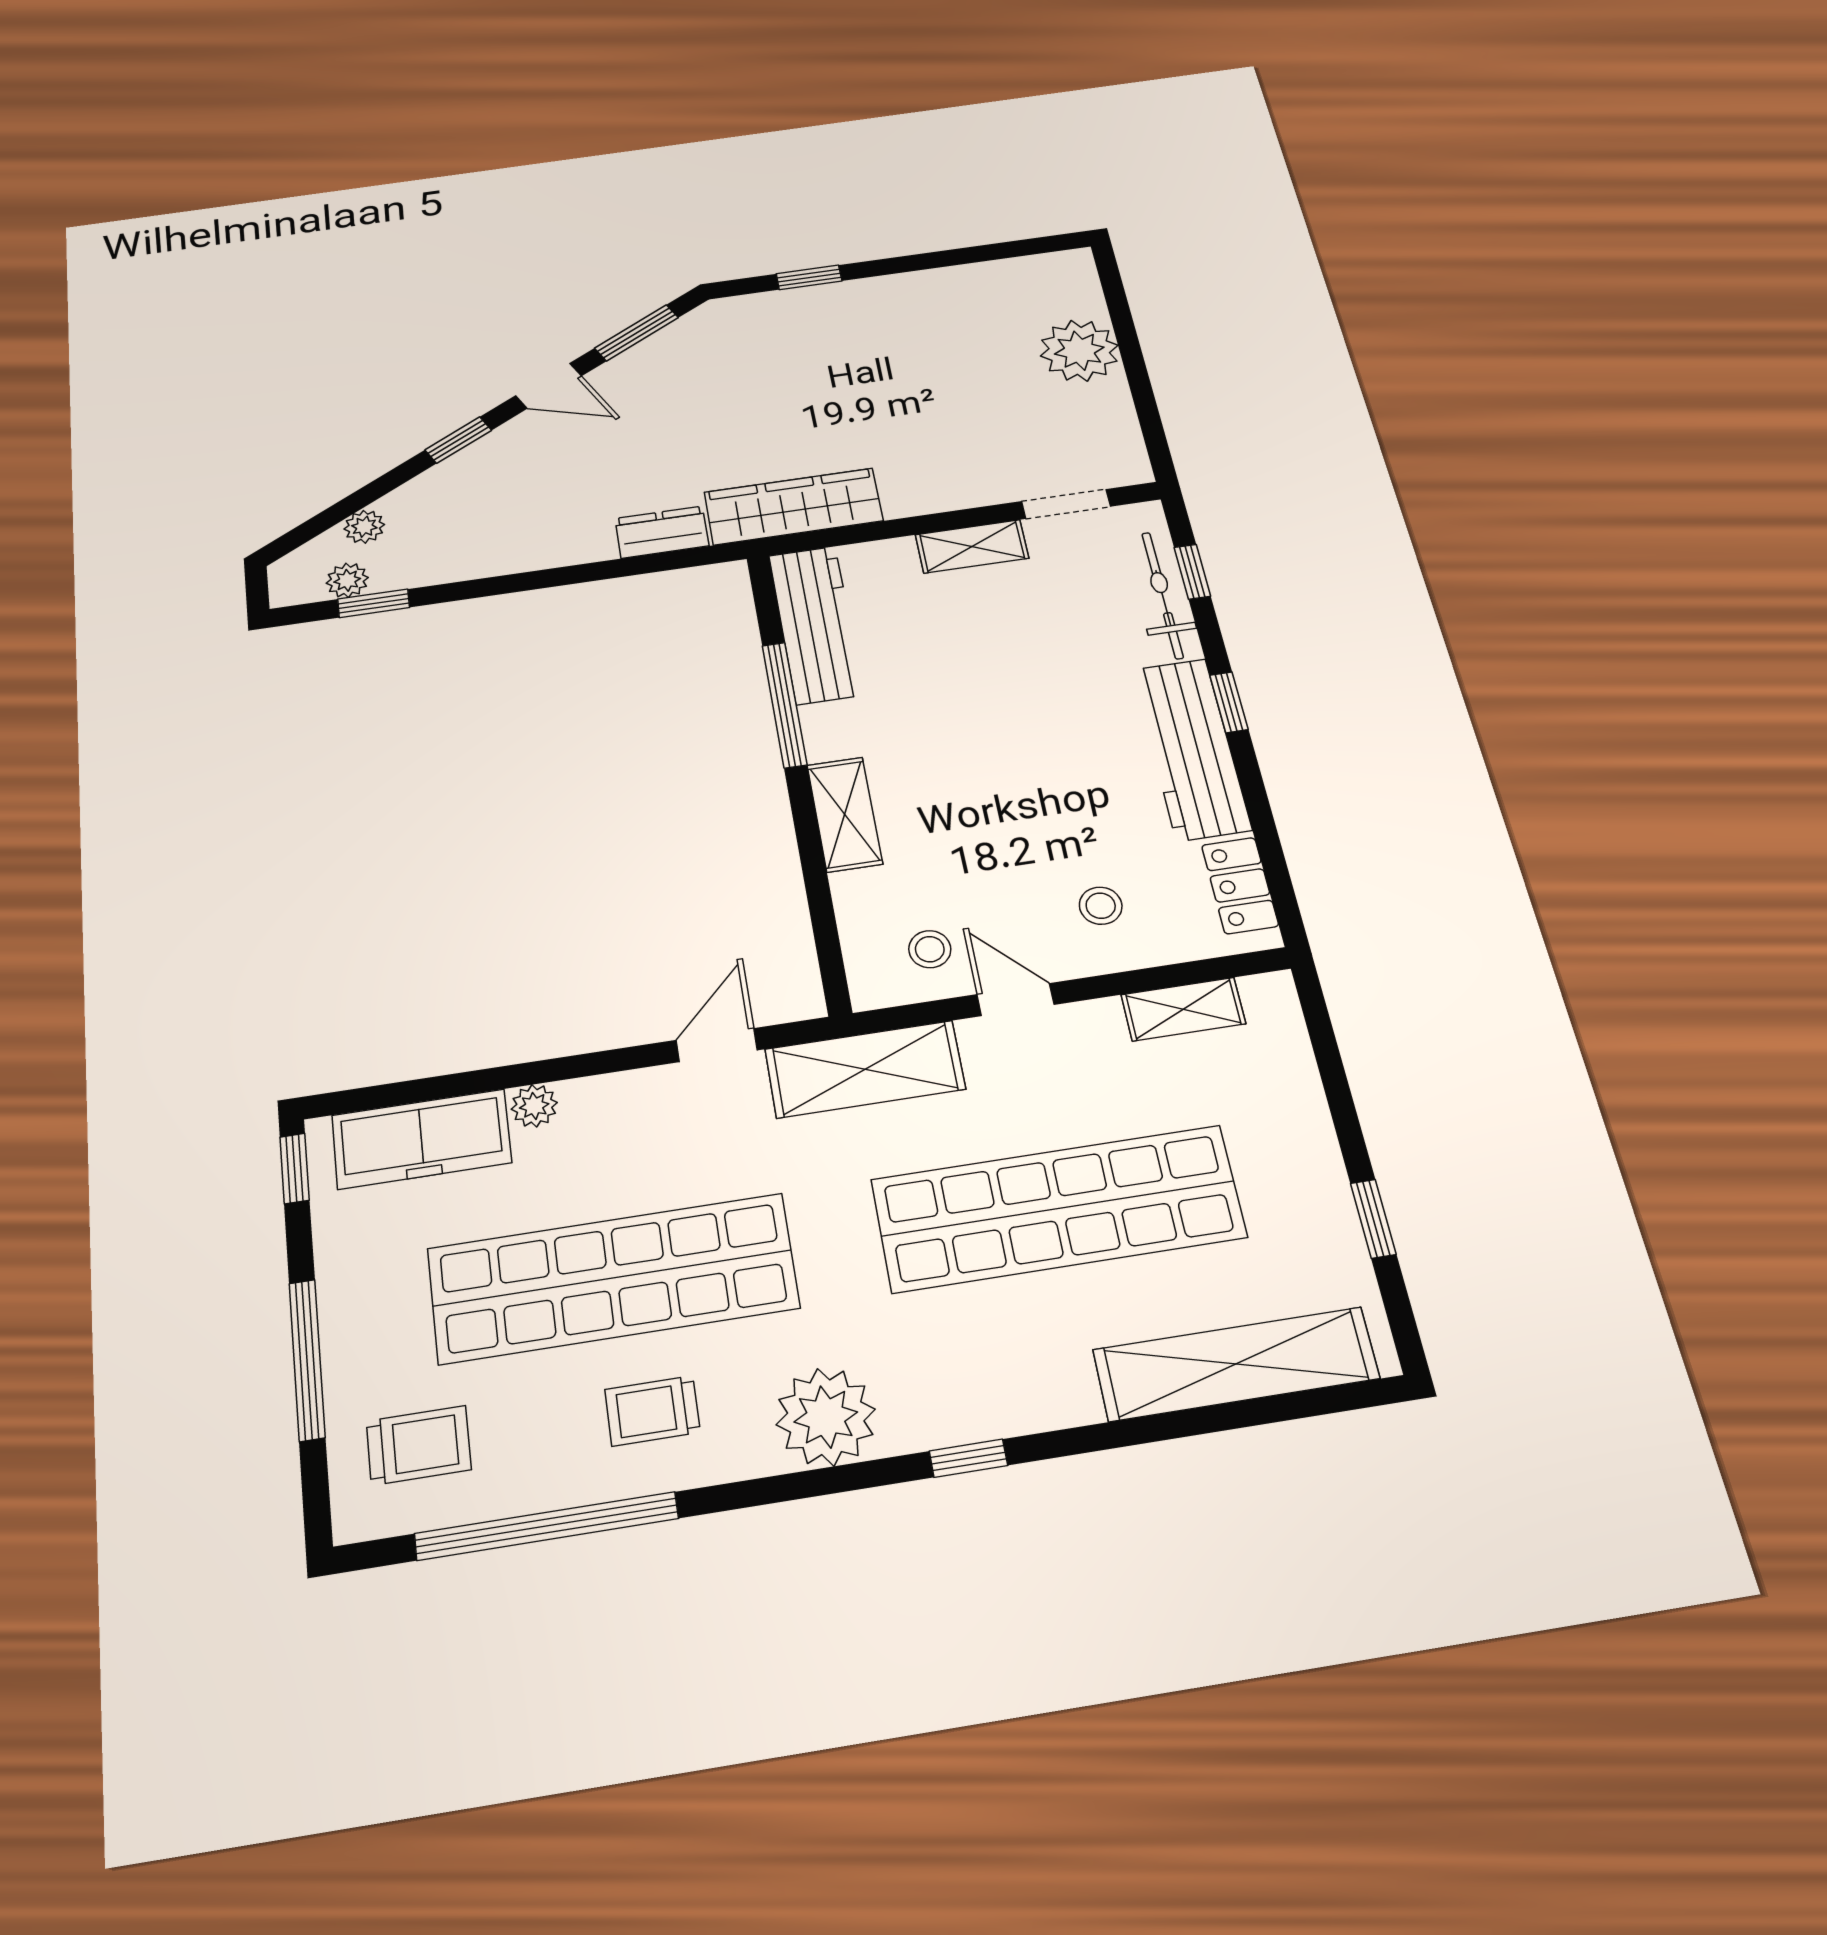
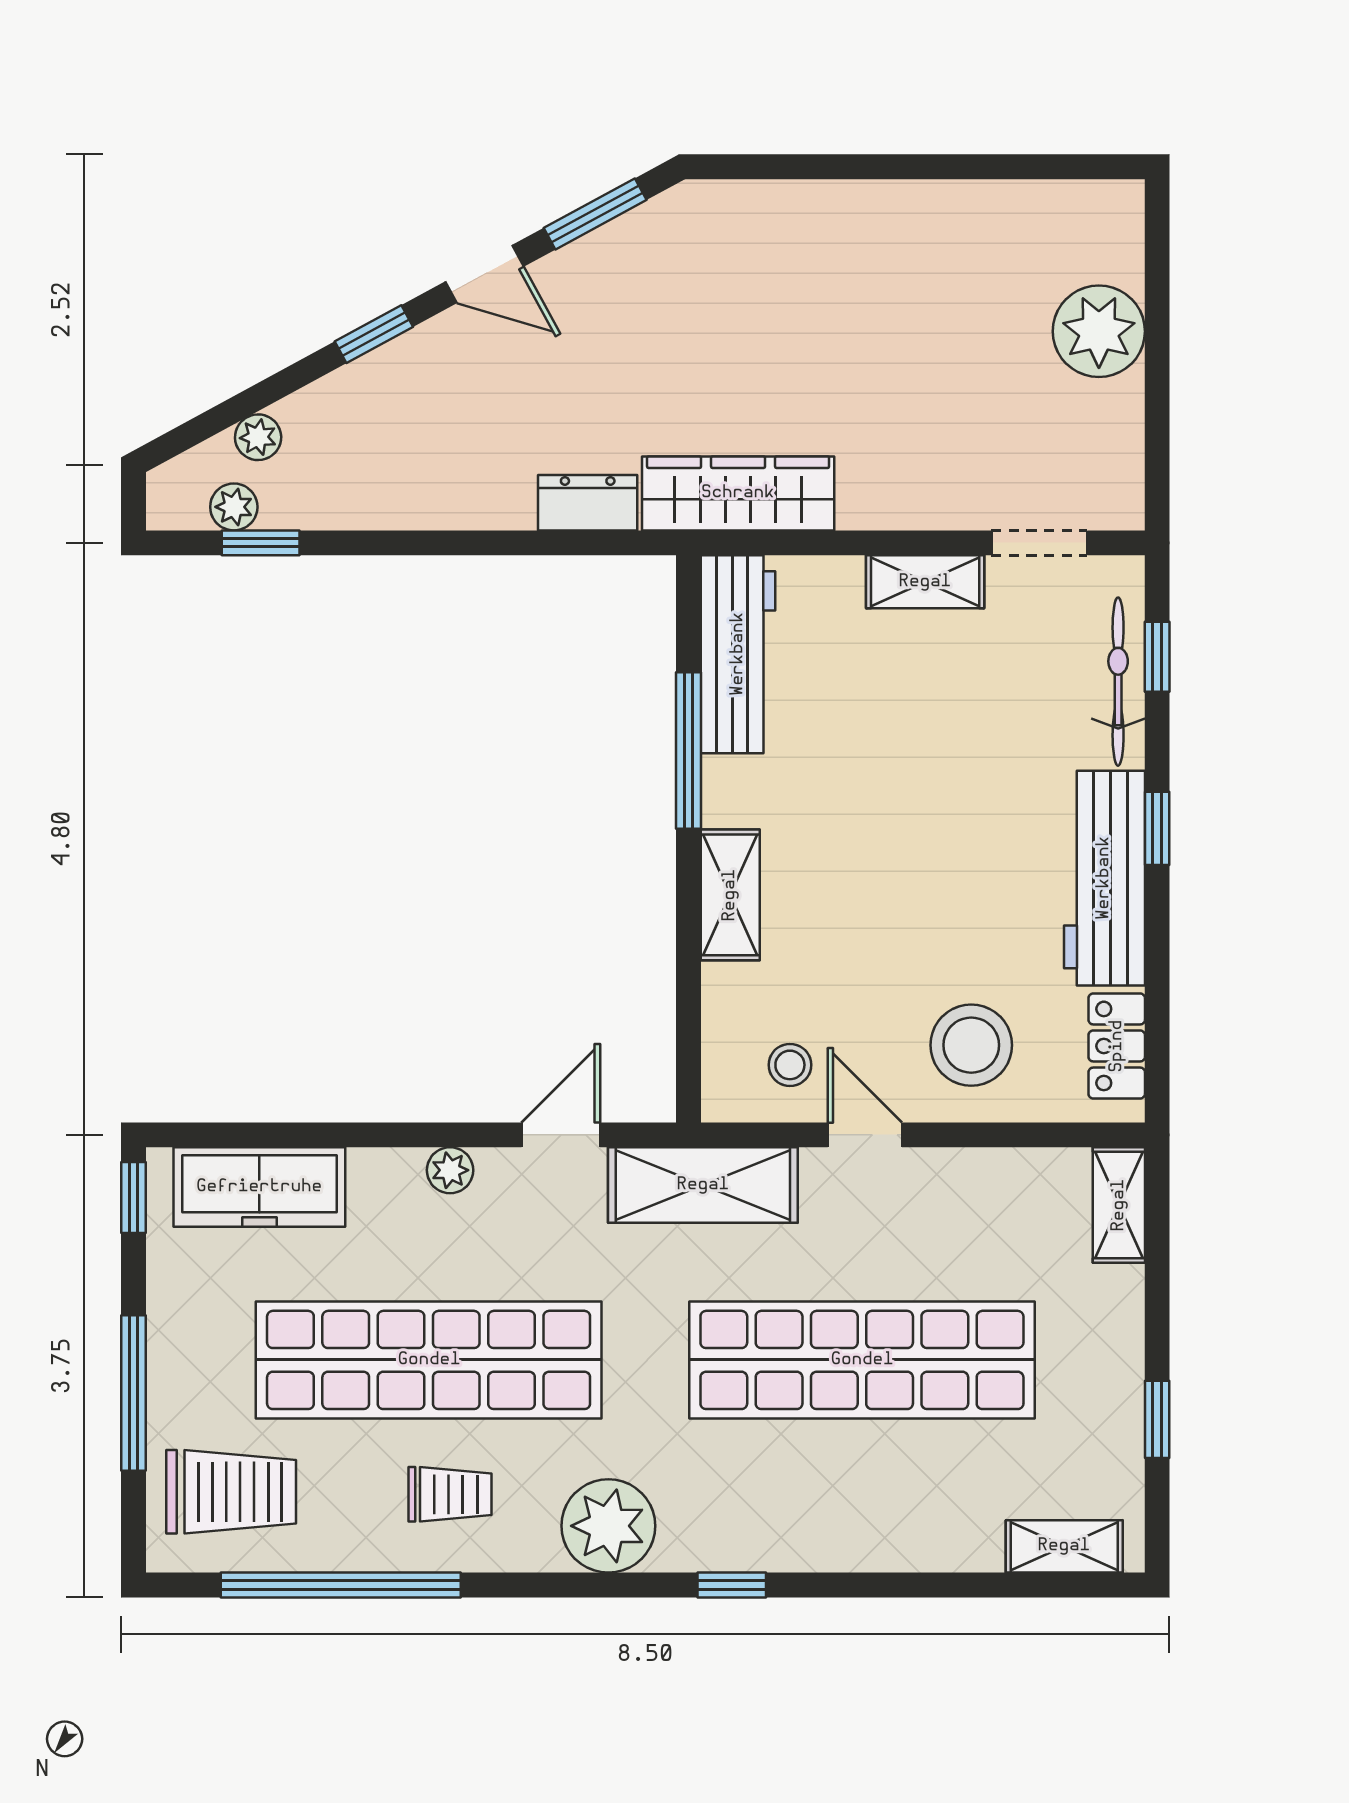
window: (809, 277) -> (807, 167), removed
stool: (1101, 906) -> (971, 1045), width x1.89, depth x1.89
shelving: (1183, 1009) -> (1119, 1205), moved, turned 90
plant: (534, 1106) -> (450, 1170), moved
shelving: (1236, 1364) -> (1064, 1546), width x0.45, depth x0.75
trolley: (653, 1411) -> (450, 1494), turned 180
trolley: (419, 1445) -> (231, 1492), width x1.36, depth x1.39

